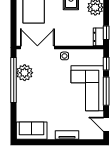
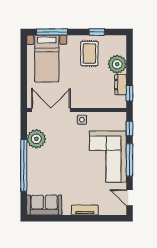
dresser: (98, 37) -> (121, 85), moved
window: (14, 80) -> (24, 165), moved

